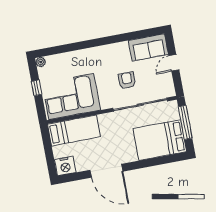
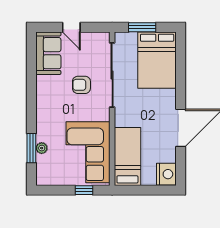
window: (66, 48) -> (31, 148), added
plant: (41, 62) -> (42, 148), moved
window: (37, 88) -> (84, 190), moved
window: (185, 122) -> (142, 27), width x0.69

